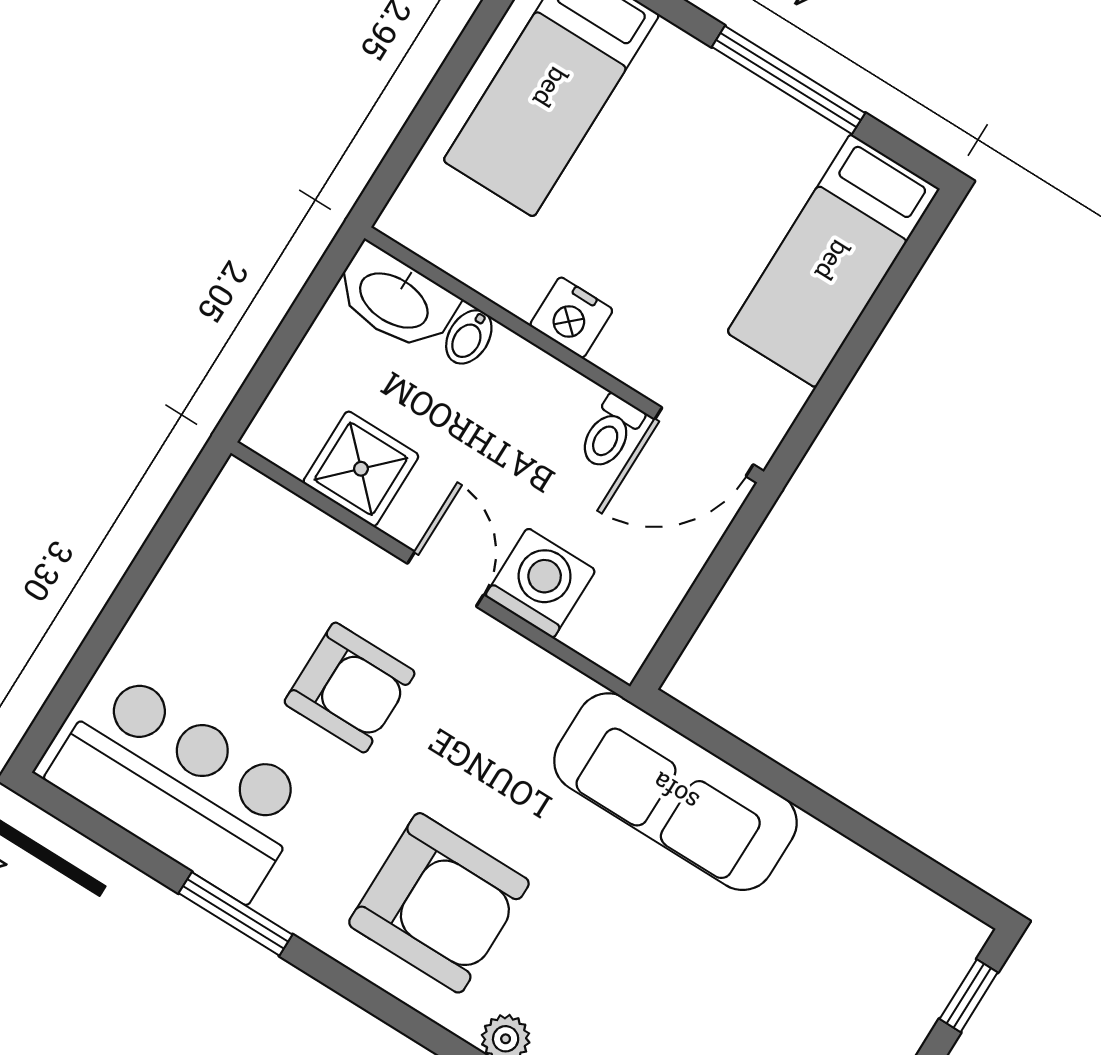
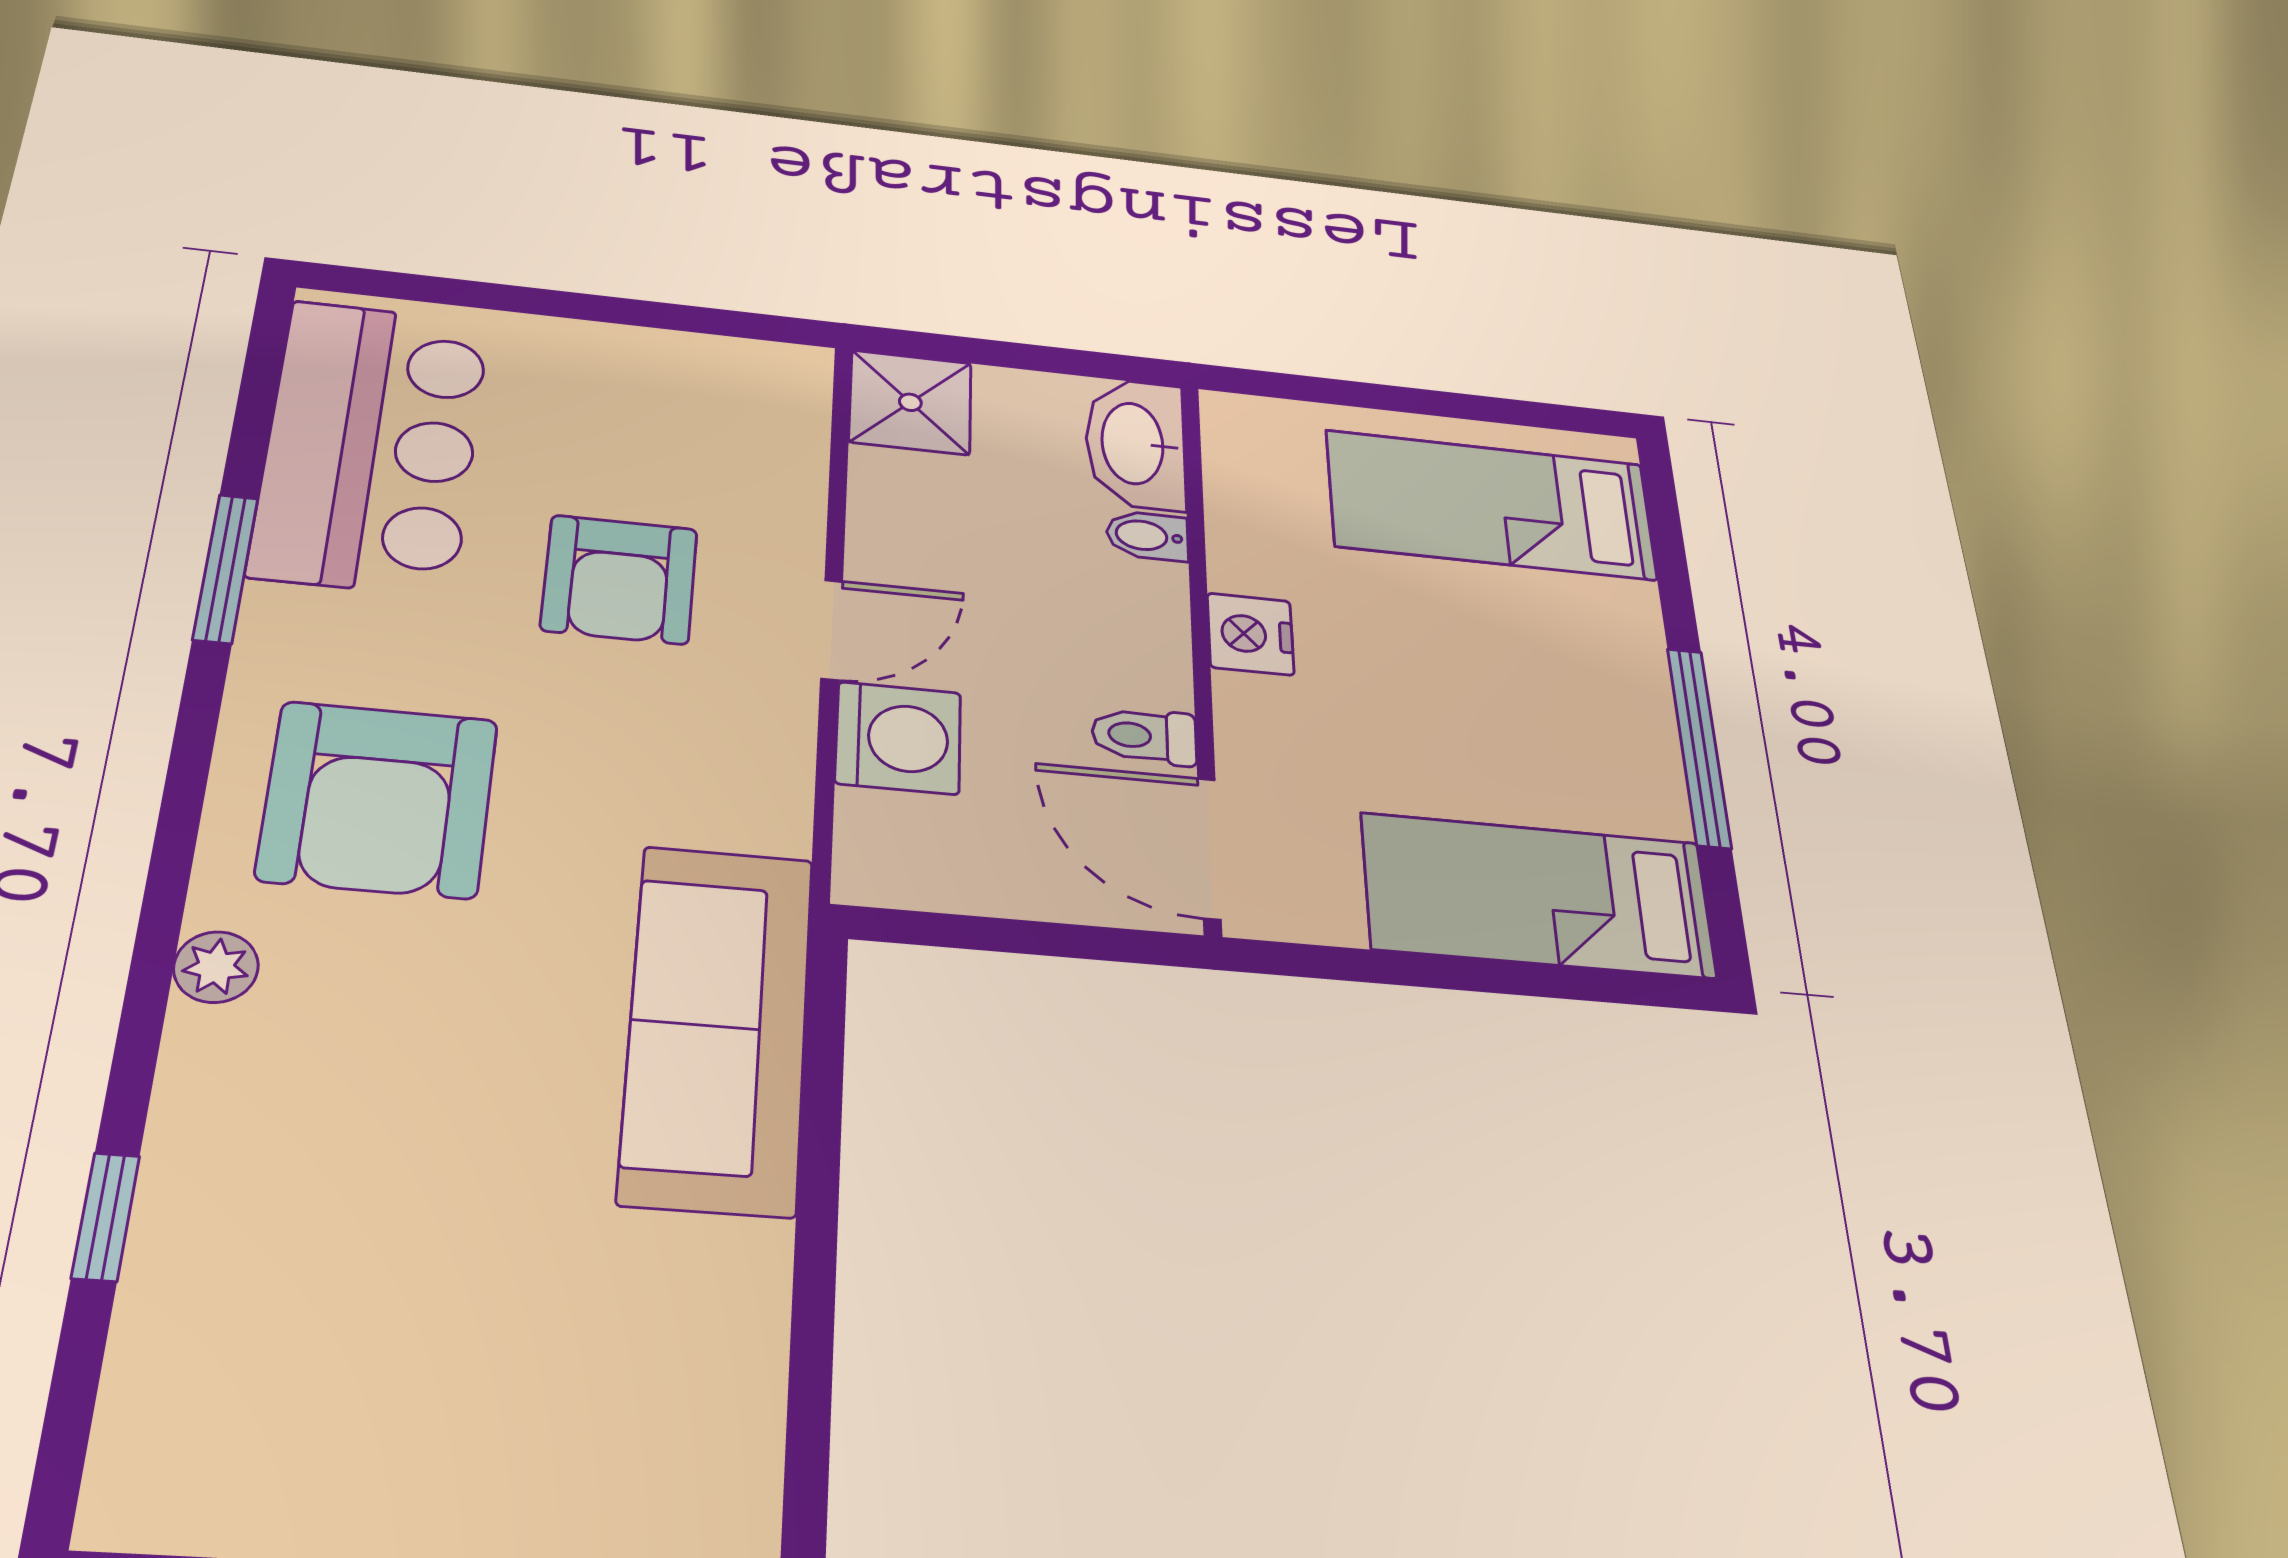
shower: (361, 469) -> (910, 402), moved

